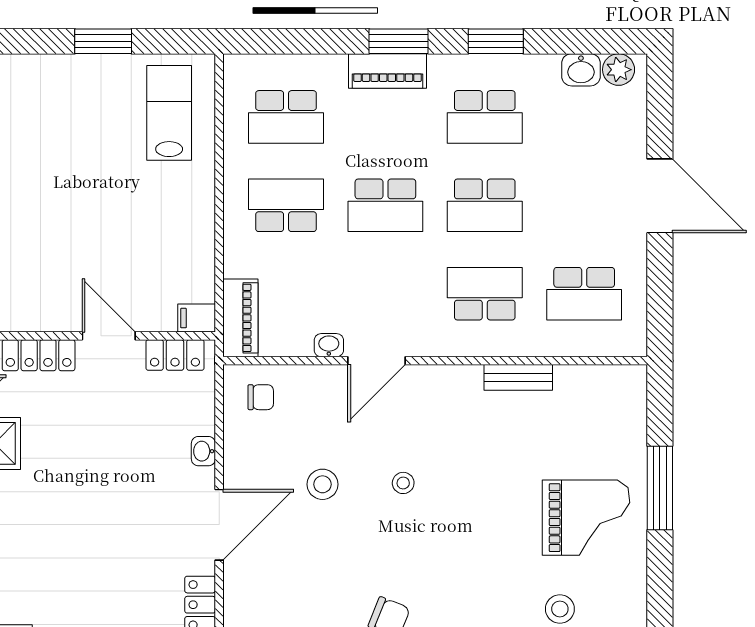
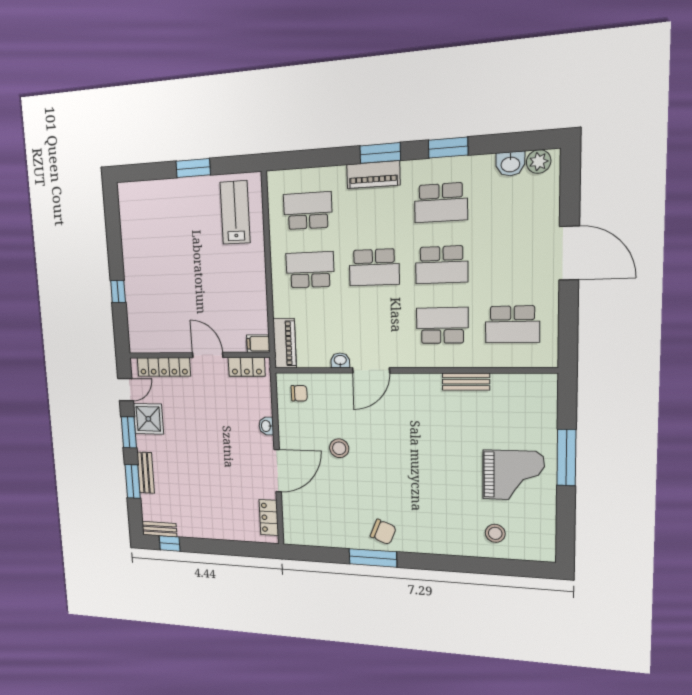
school desk: (286, 117) -> (308, 211), turned 180
stool: (403, 483) -> (390, 449), removed

